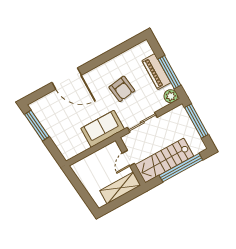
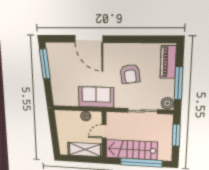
piano: (156, 72) -> (168, 62), moved
window: (196, 121) -> (176, 135), width x0.69
sliding door: (142, 122) -> (143, 111), moved
boiler: (103, 153) -> (86, 116), added

